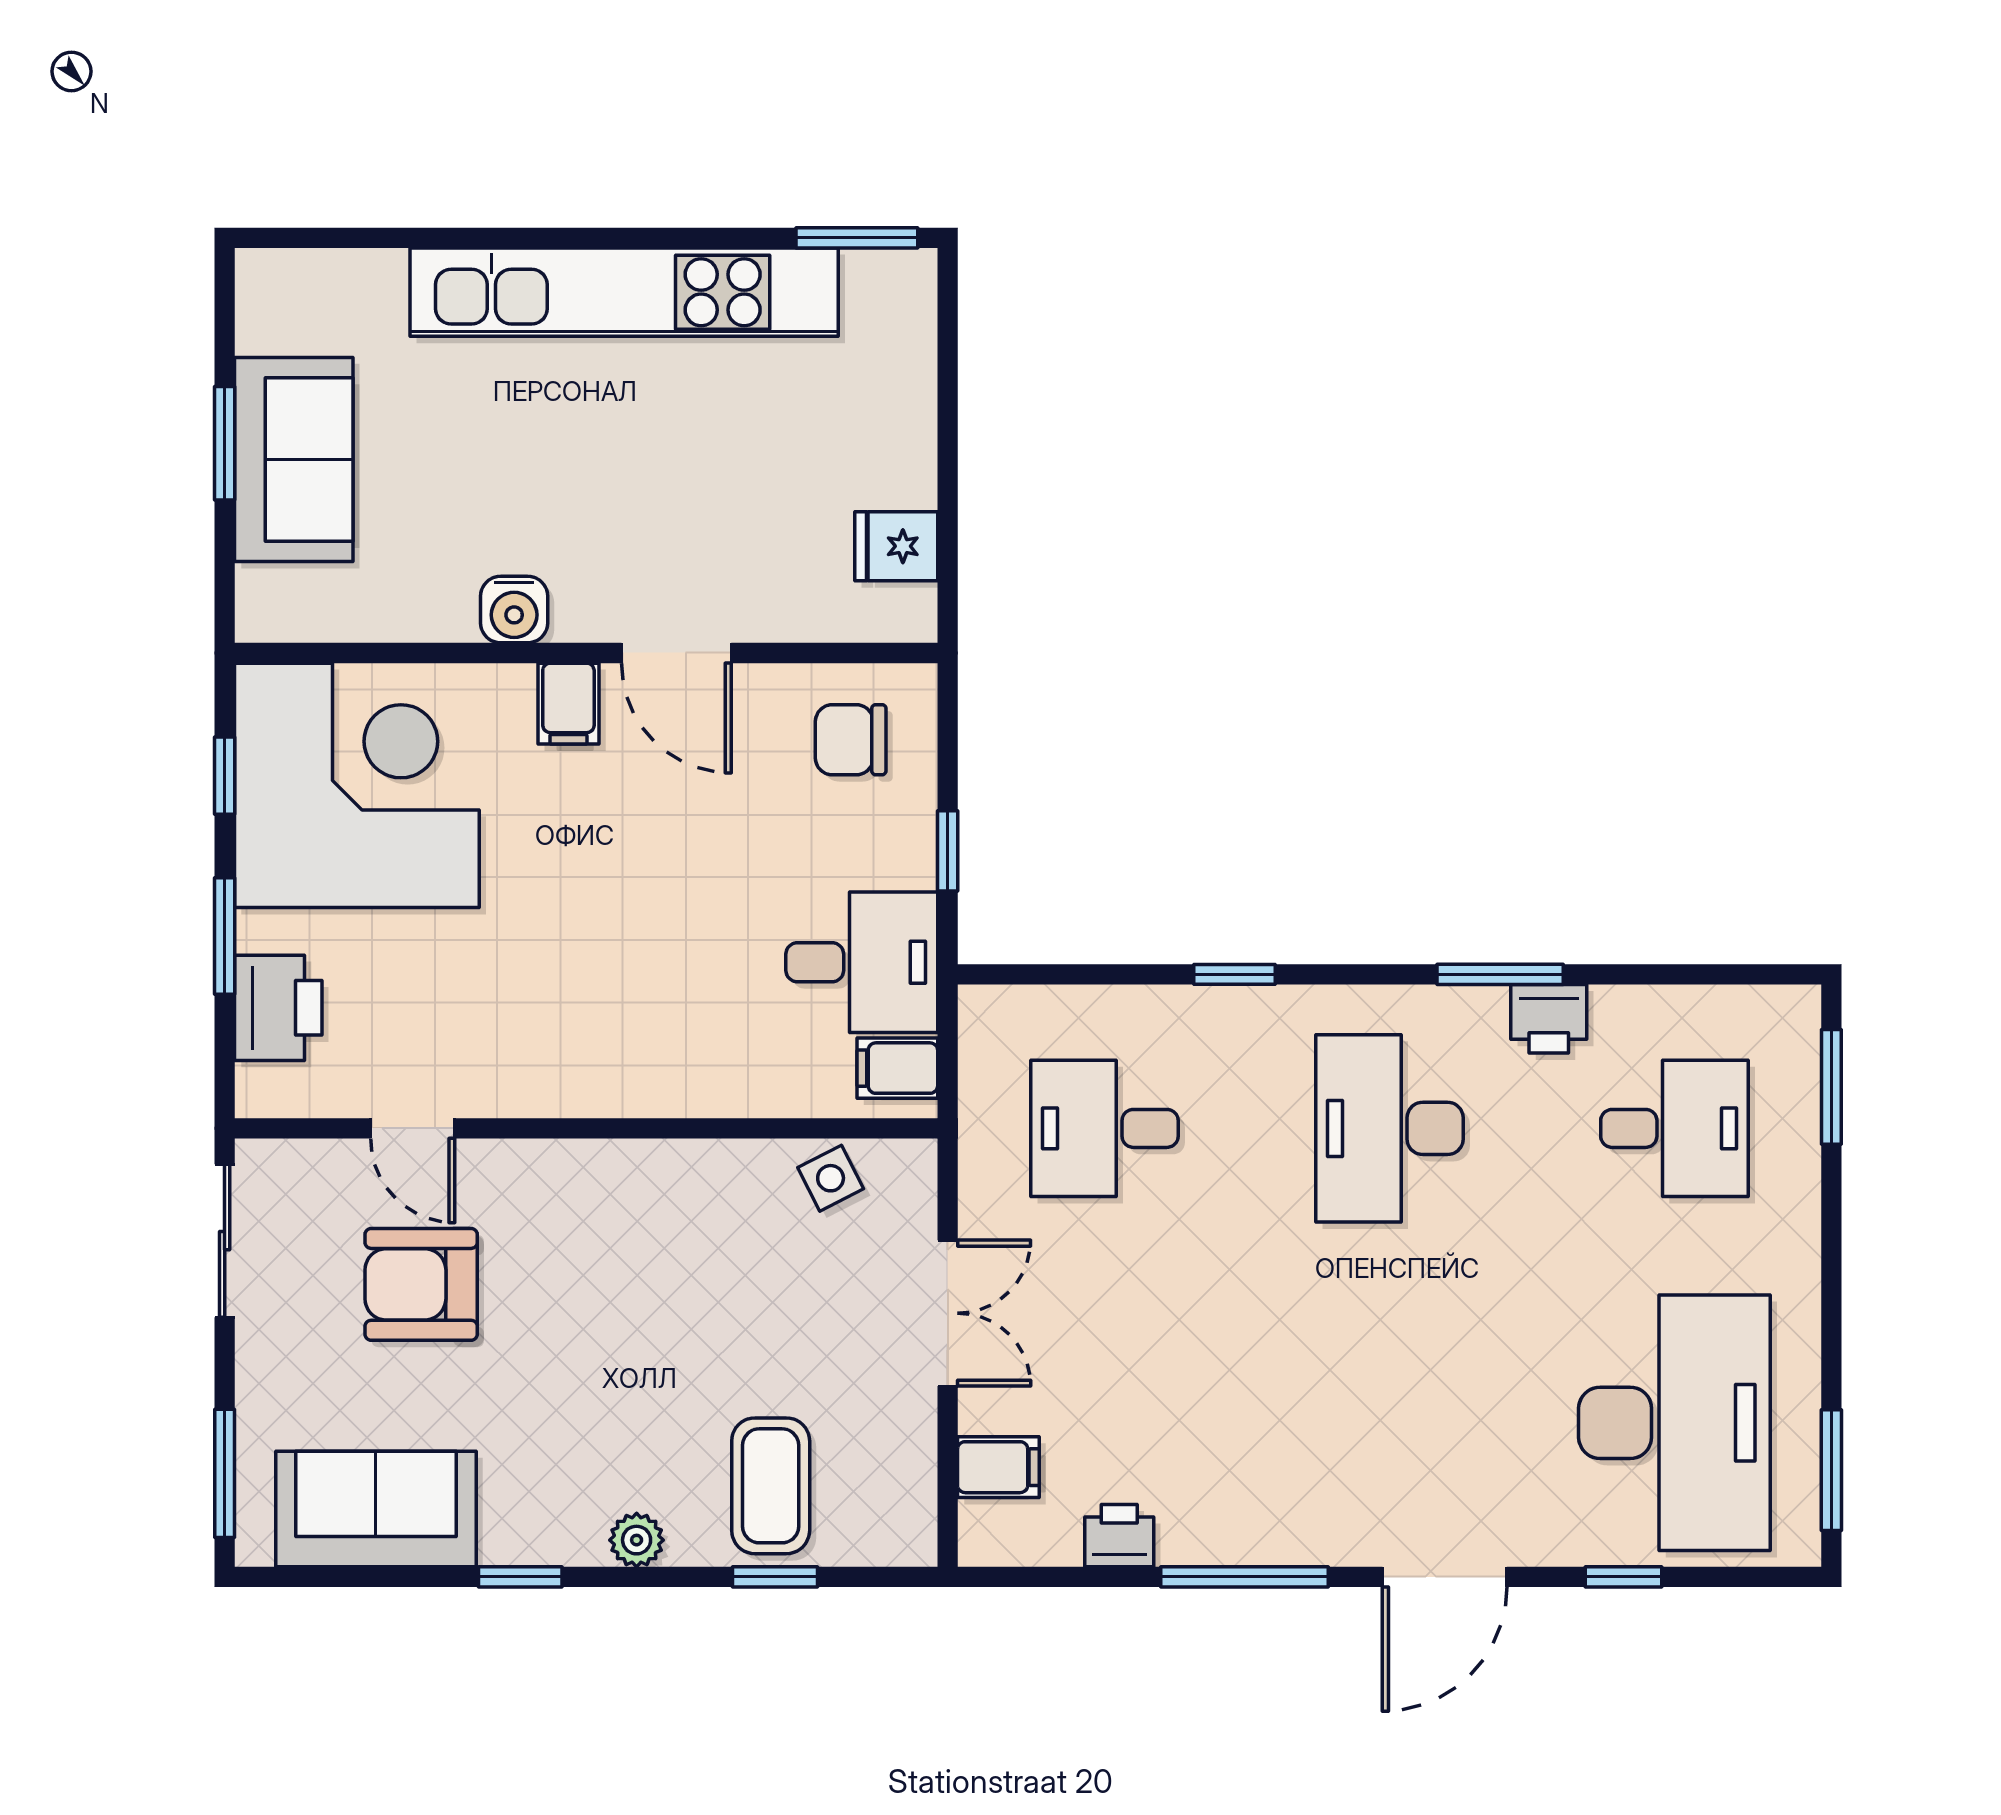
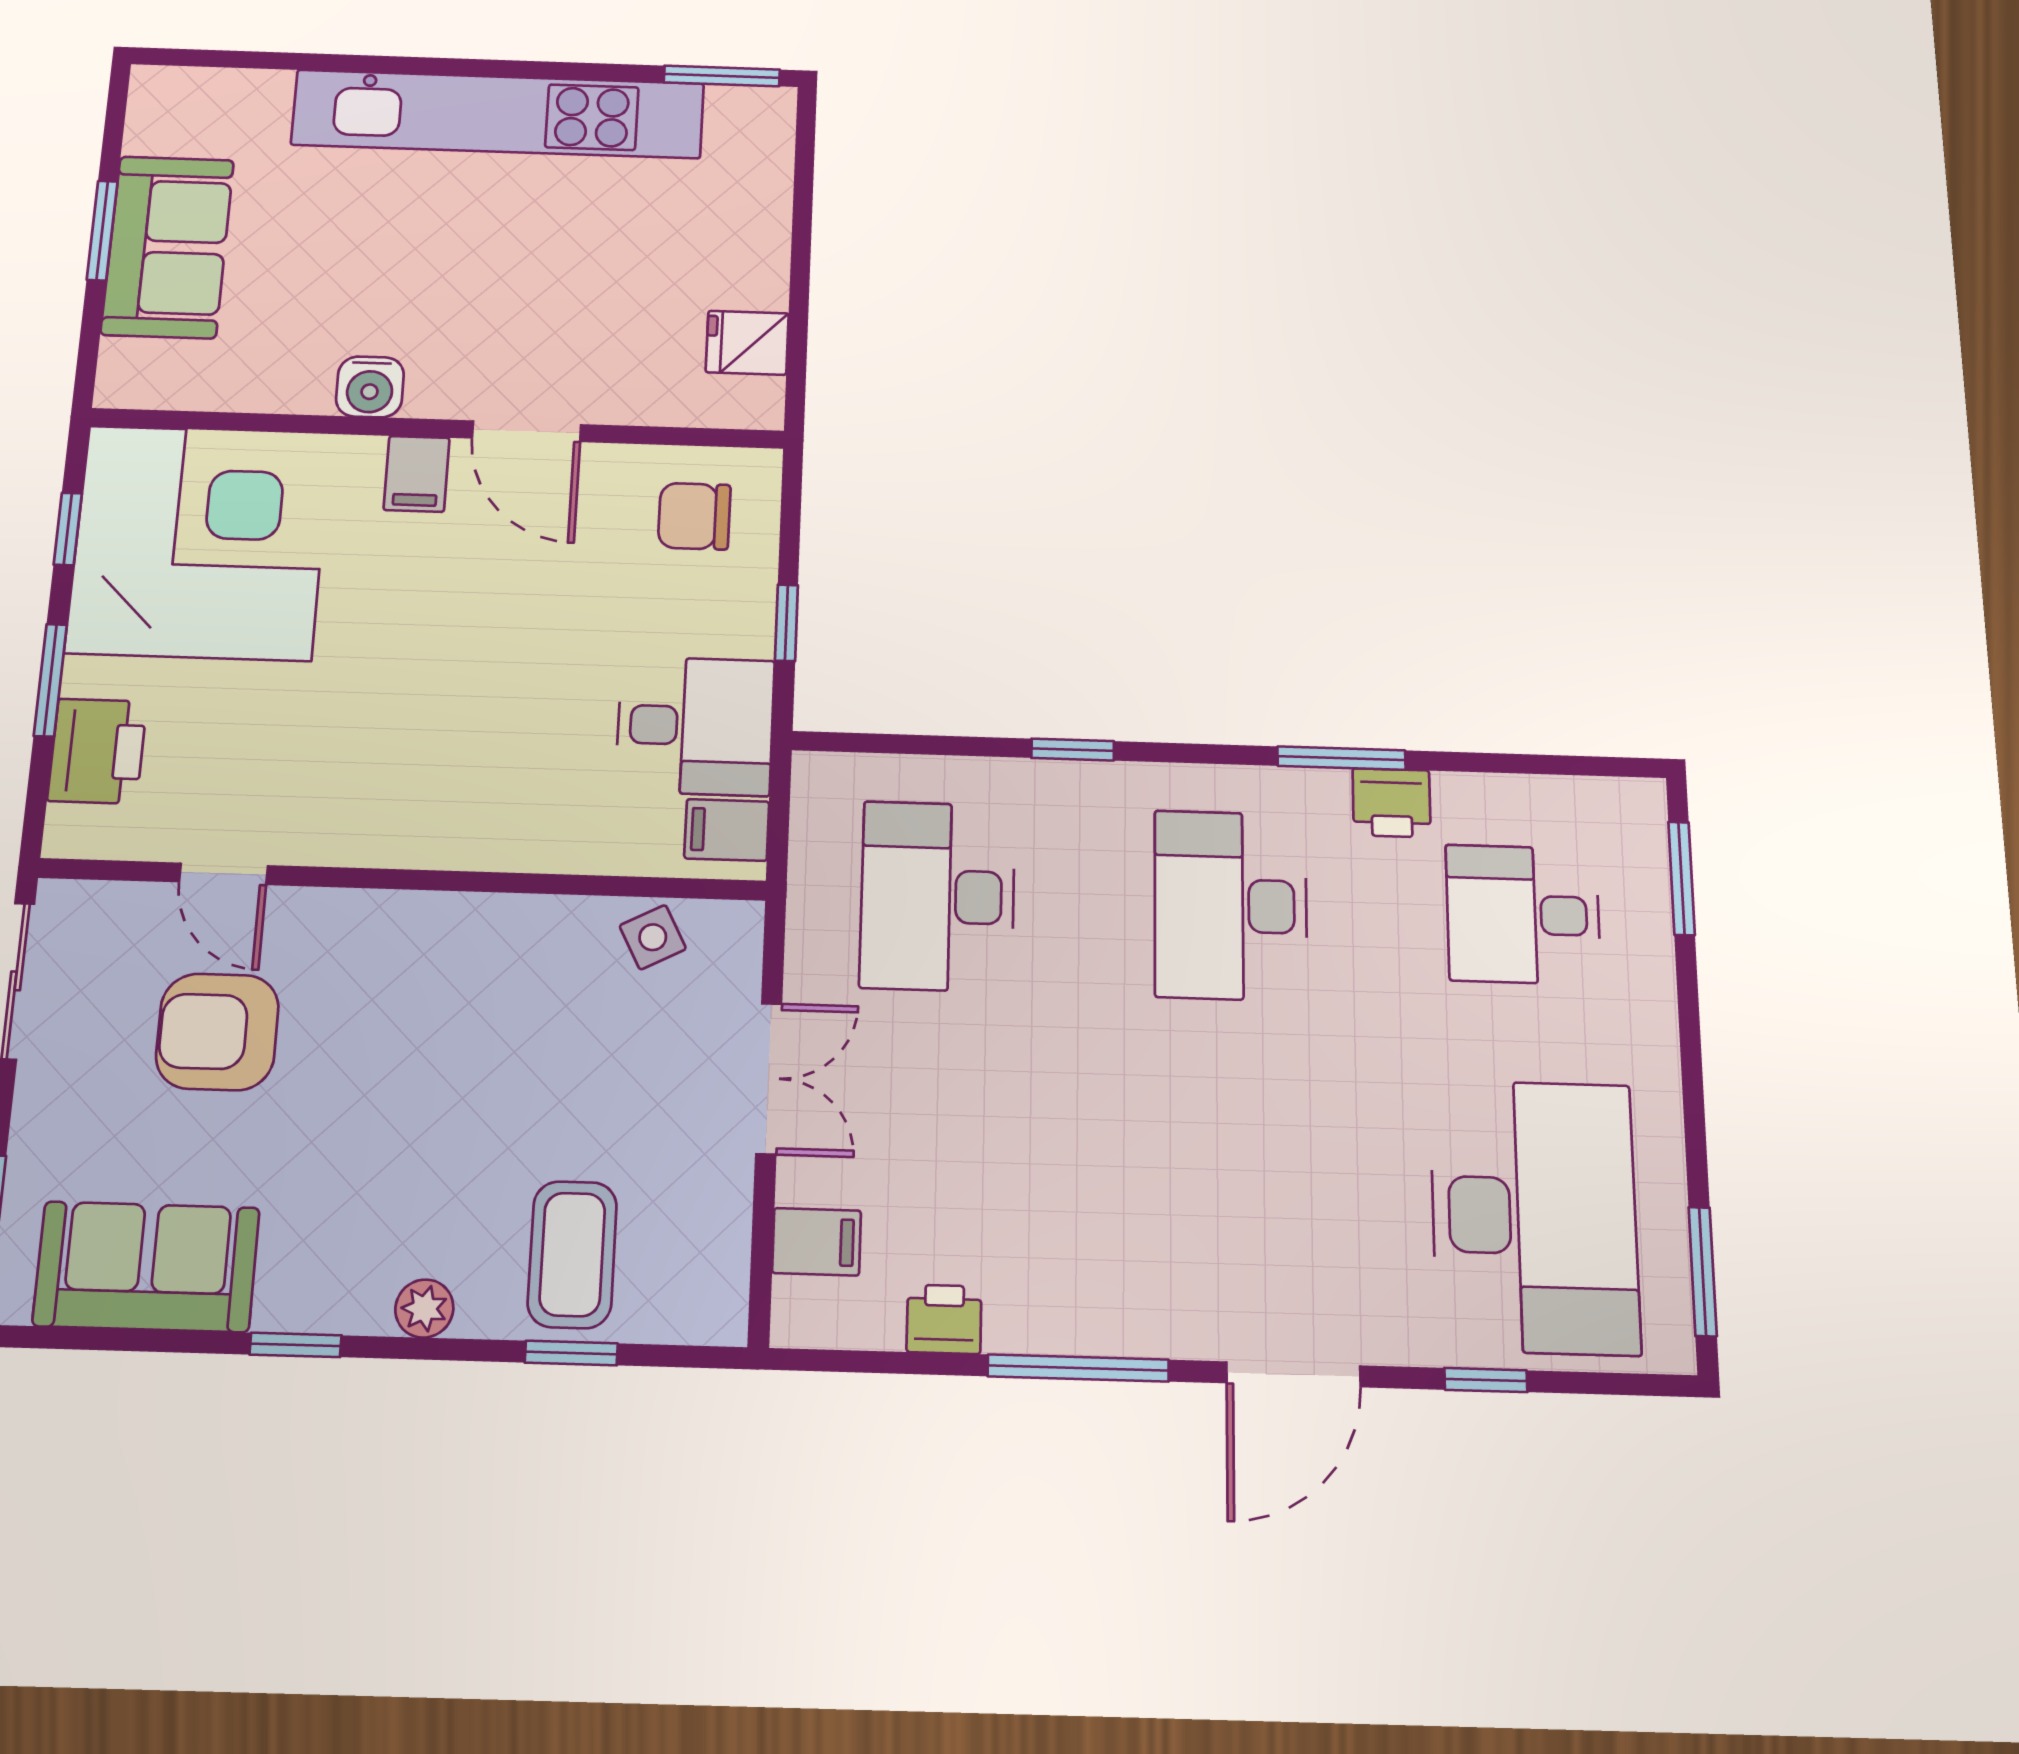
desk: (1104, 1128) -> (938, 896), width x1.37
desk: (1674, 1128) -> (1523, 915), turned 180

